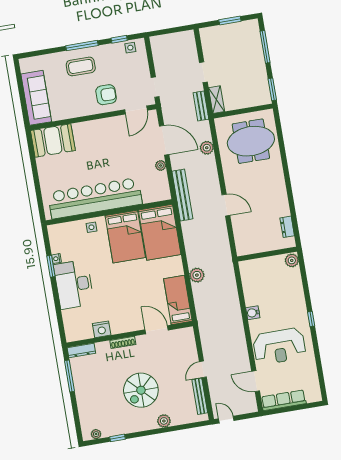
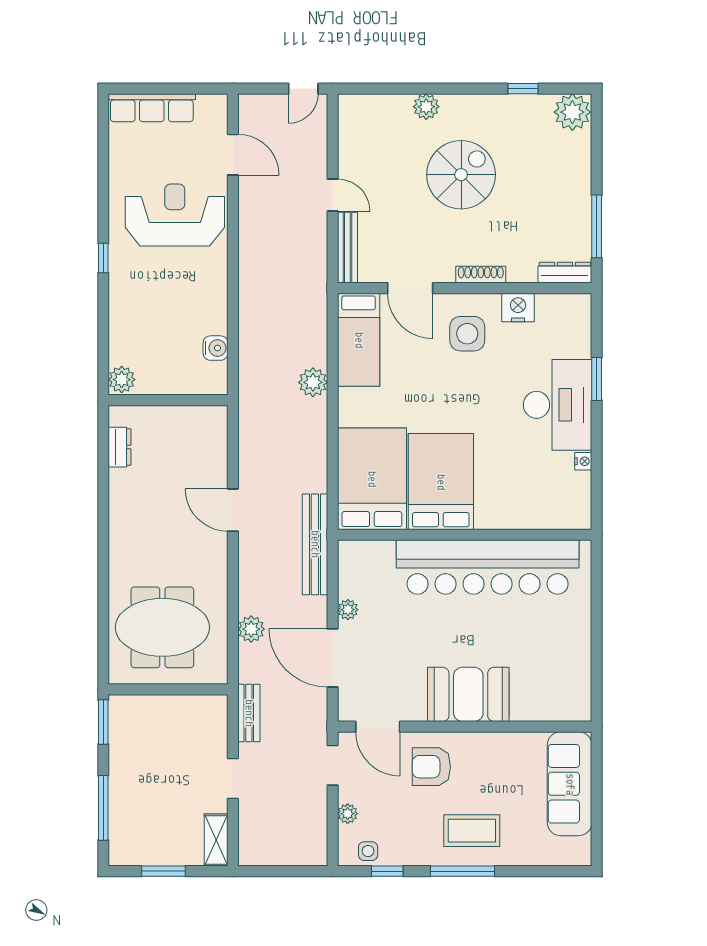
plant: (144, 64) -> (348, 814), added
shelving: (217, 100) -> (216, 840), moved
door: (136, 110) -> (378, 727), swing flipped
booth: (53, 140) -> (468, 694), moved
side table: (91, 227) -> (467, 334), moved, width x1.87, depth x1.87
window: (51, 266) -> (597, 379), moved
water cooler: (253, 313) -> (216, 348), moved
door: (203, 369) -> (333, 195), hinge flipped
bench: (200, 396) -> (347, 248), moved
row of seats: (284, 400) -> (152, 108), moved
door: (226, 420) -> (303, 89), hinge flipped
plant: (96, 434) -> (572, 112), width x1.88, depth x1.88

